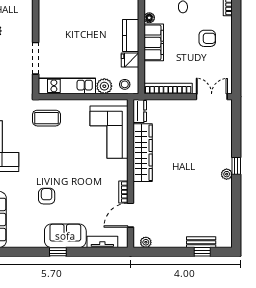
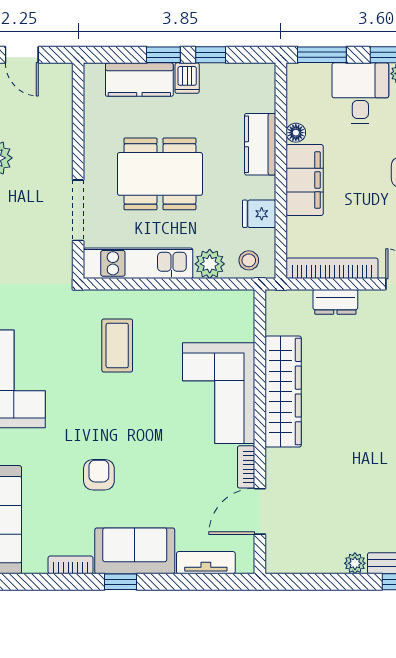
kitchen counter: (131, 36) -> (260, 144), moved
dining table: (78, 39) -> (160, 174), added
dresser: (140, 111) -> (335, 302), moved, turned 90
coffee table: (46, 118) -> (117, 345), moved, turned 90
corner sofa: (109, 132) -> (219, 393), moved
plant: (146, 242) -> (355, 563), moved
bookcase: (32, 243) -> (71, 565), added

